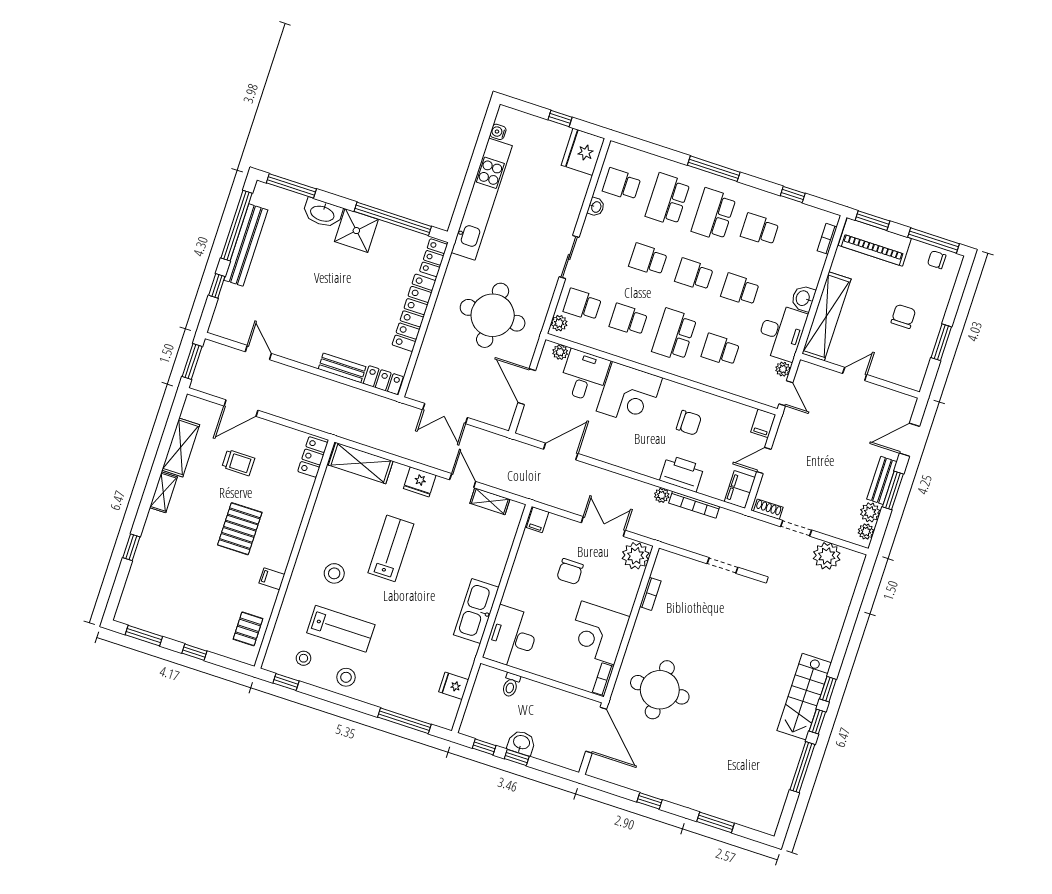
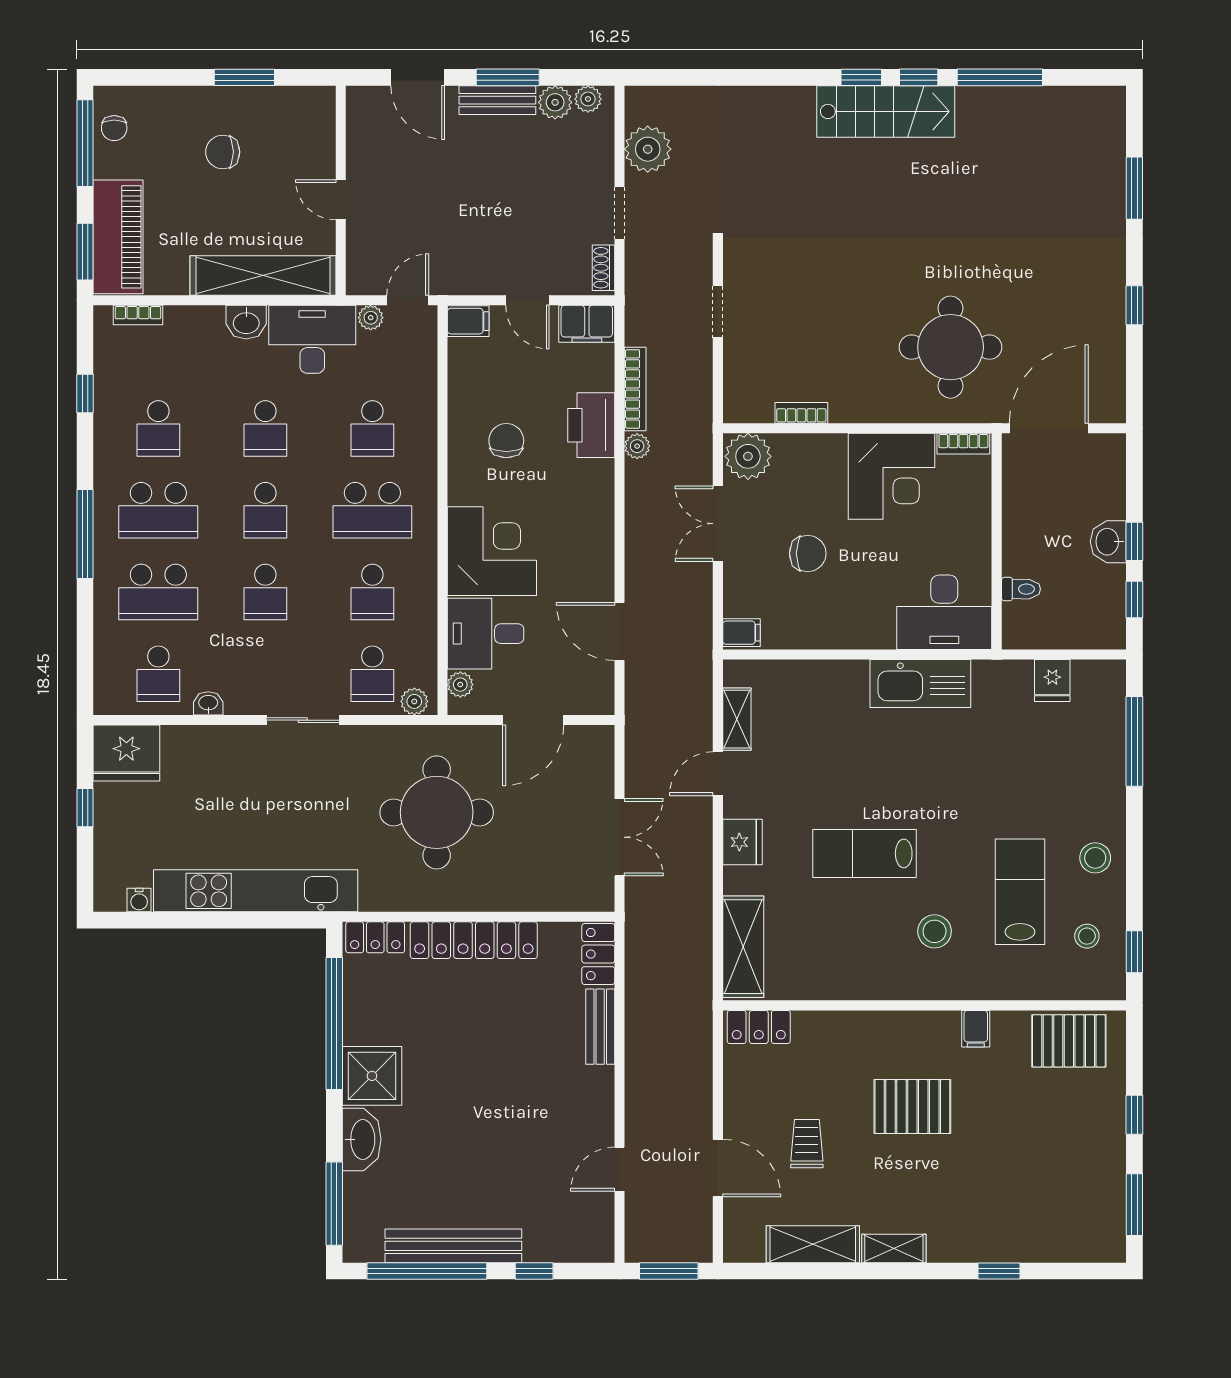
pallet: (248, 629) -> (1069, 1041), width x1.50, depth x1.42

